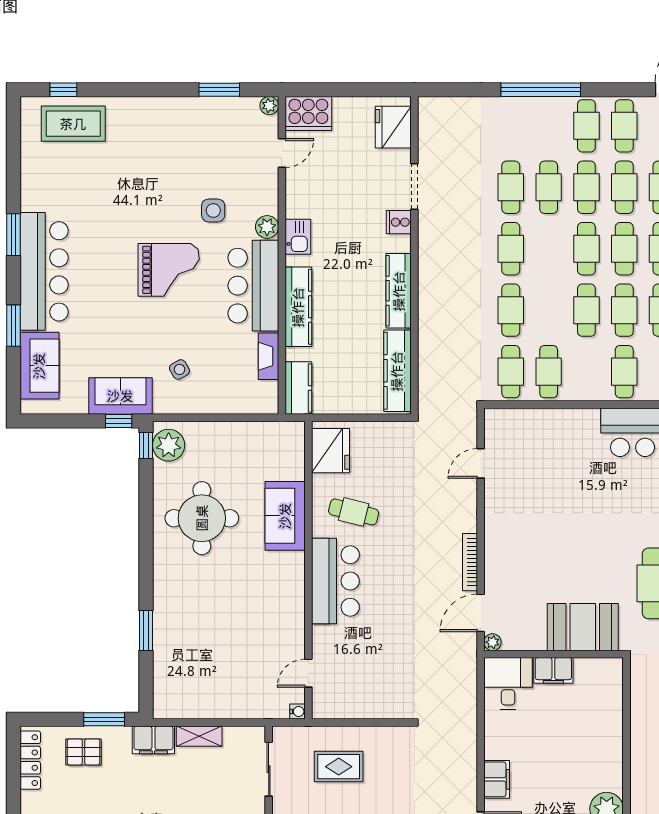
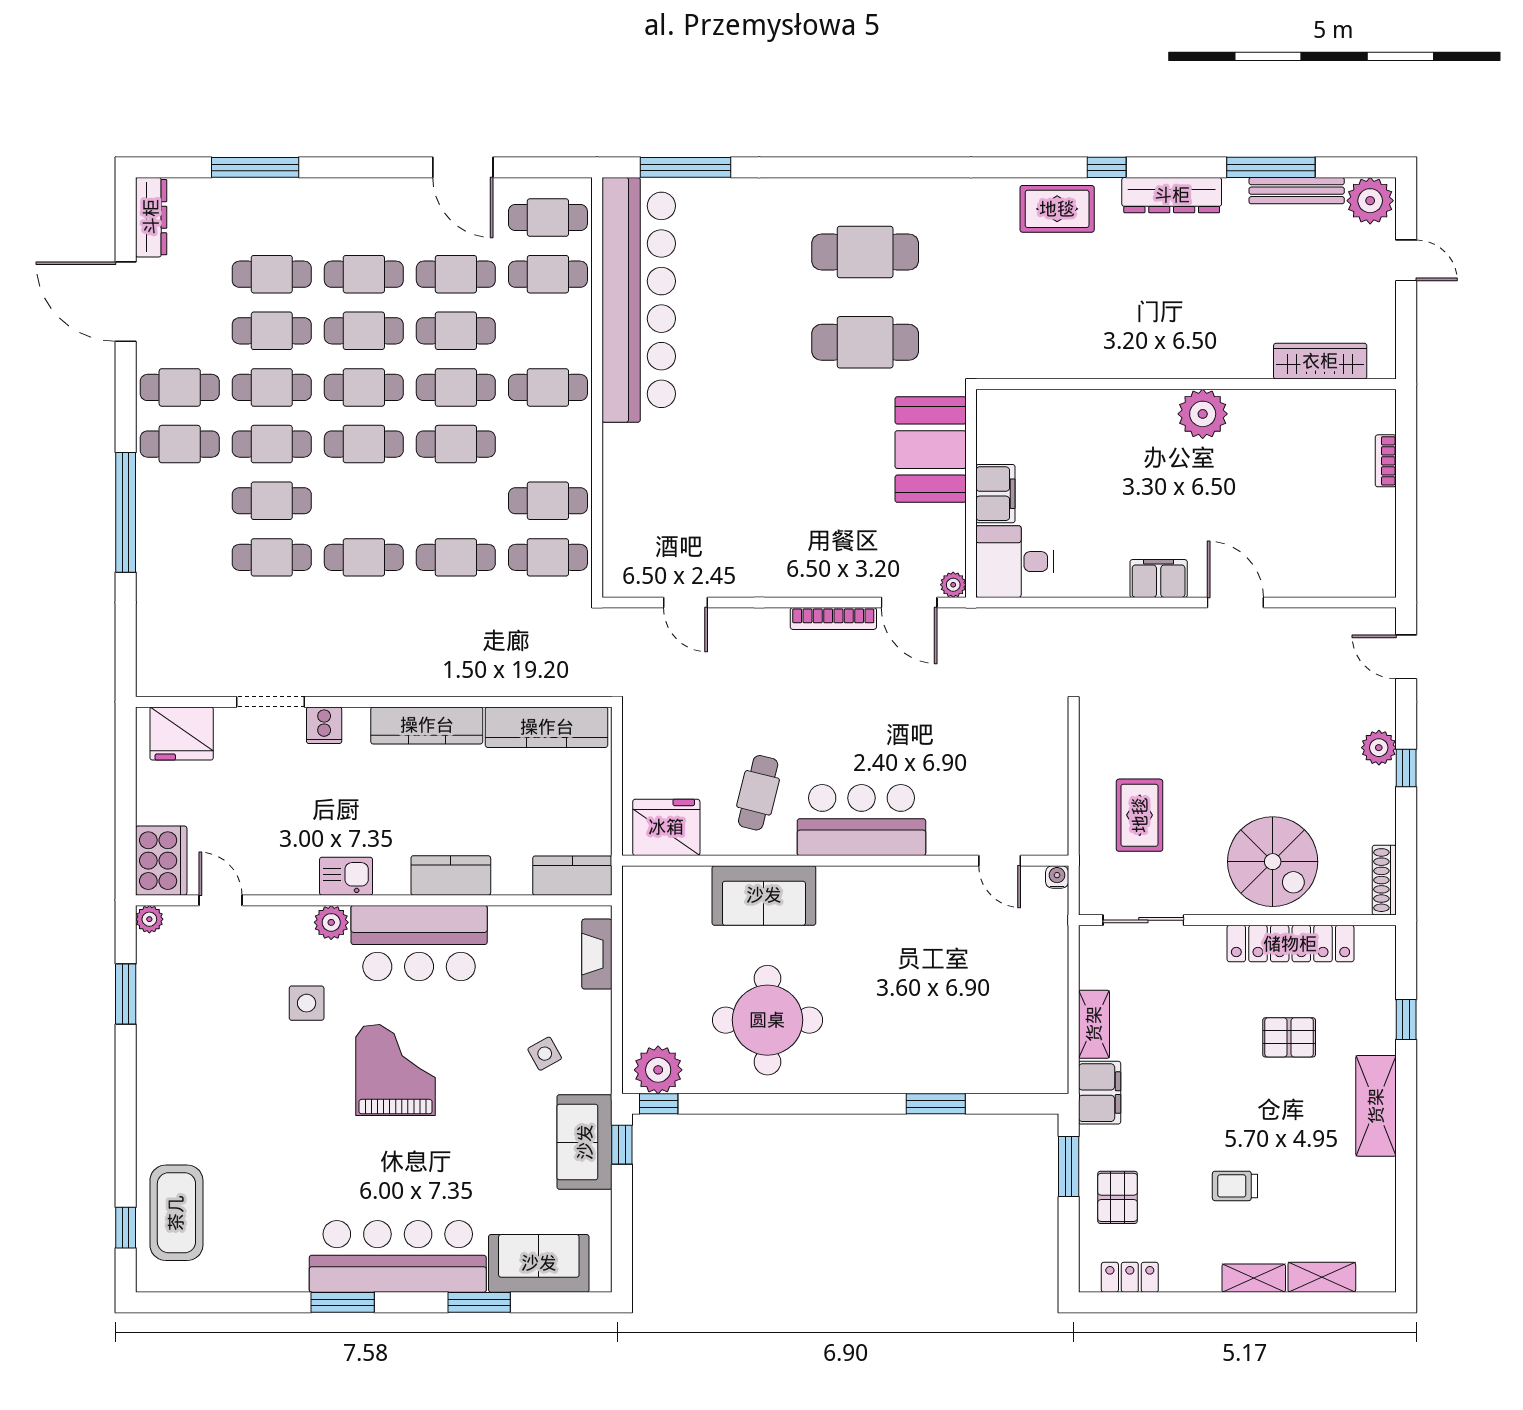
kitchen counter: (298, 307) -> (451, 875), width x0.67
fireplace: (268, 356) -> (597, 954), moved, turned 90
locker: (30, 760) -> (1130, 1277), width x0.66

